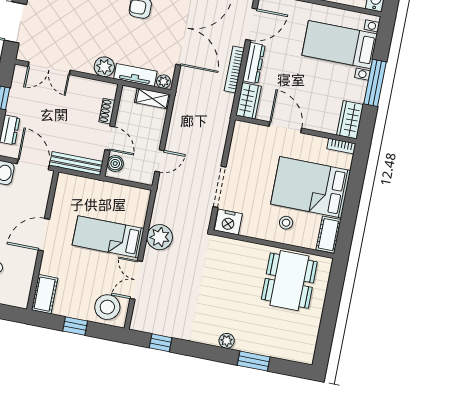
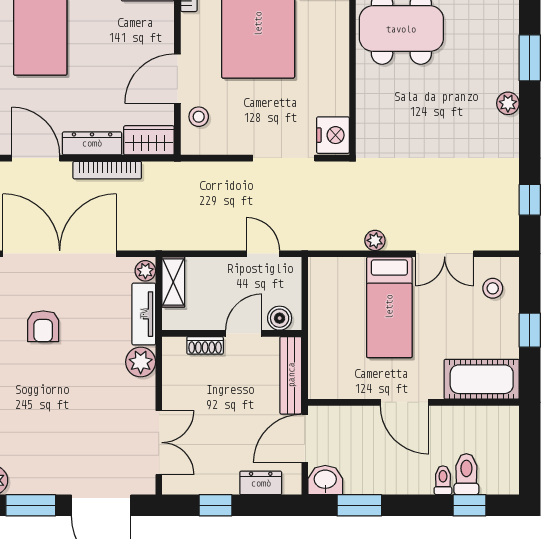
stool: (286, 223) -> (199, 117), moved
plant: (160, 237) -> (375, 240), width x0.53, depth x0.53
cot: (45, 294) -> (482, 379), width x1.37, depth x1.34
stool: (107, 307) -> (493, 288), width x0.53, depth x0.53

